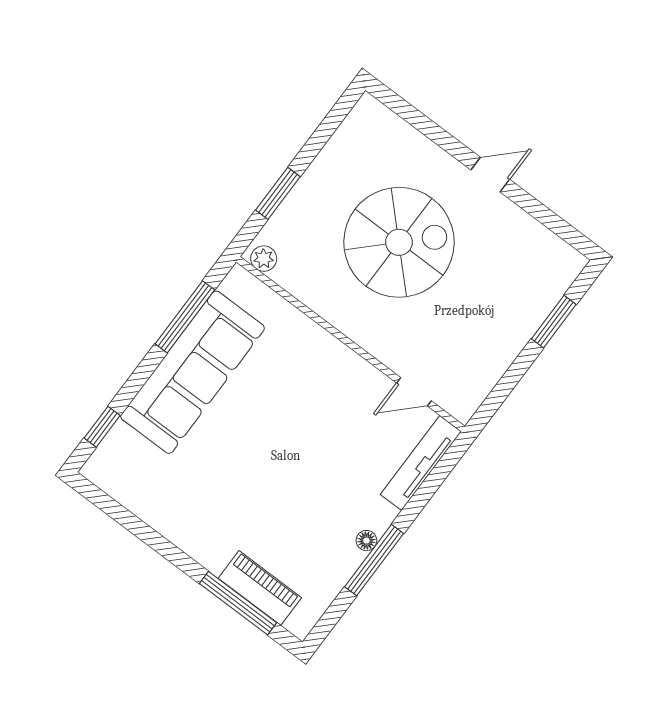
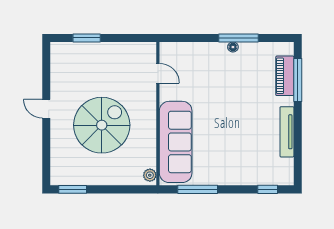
window: (278, 193) -> (73, 189), moved
spiral stairs: (399, 242) -> (102, 125), turned 90
sofa: (193, 372) -> (176, 142), moved, turned 90
tv unit: (421, 463) -> (287, 132), moved, turned 90

